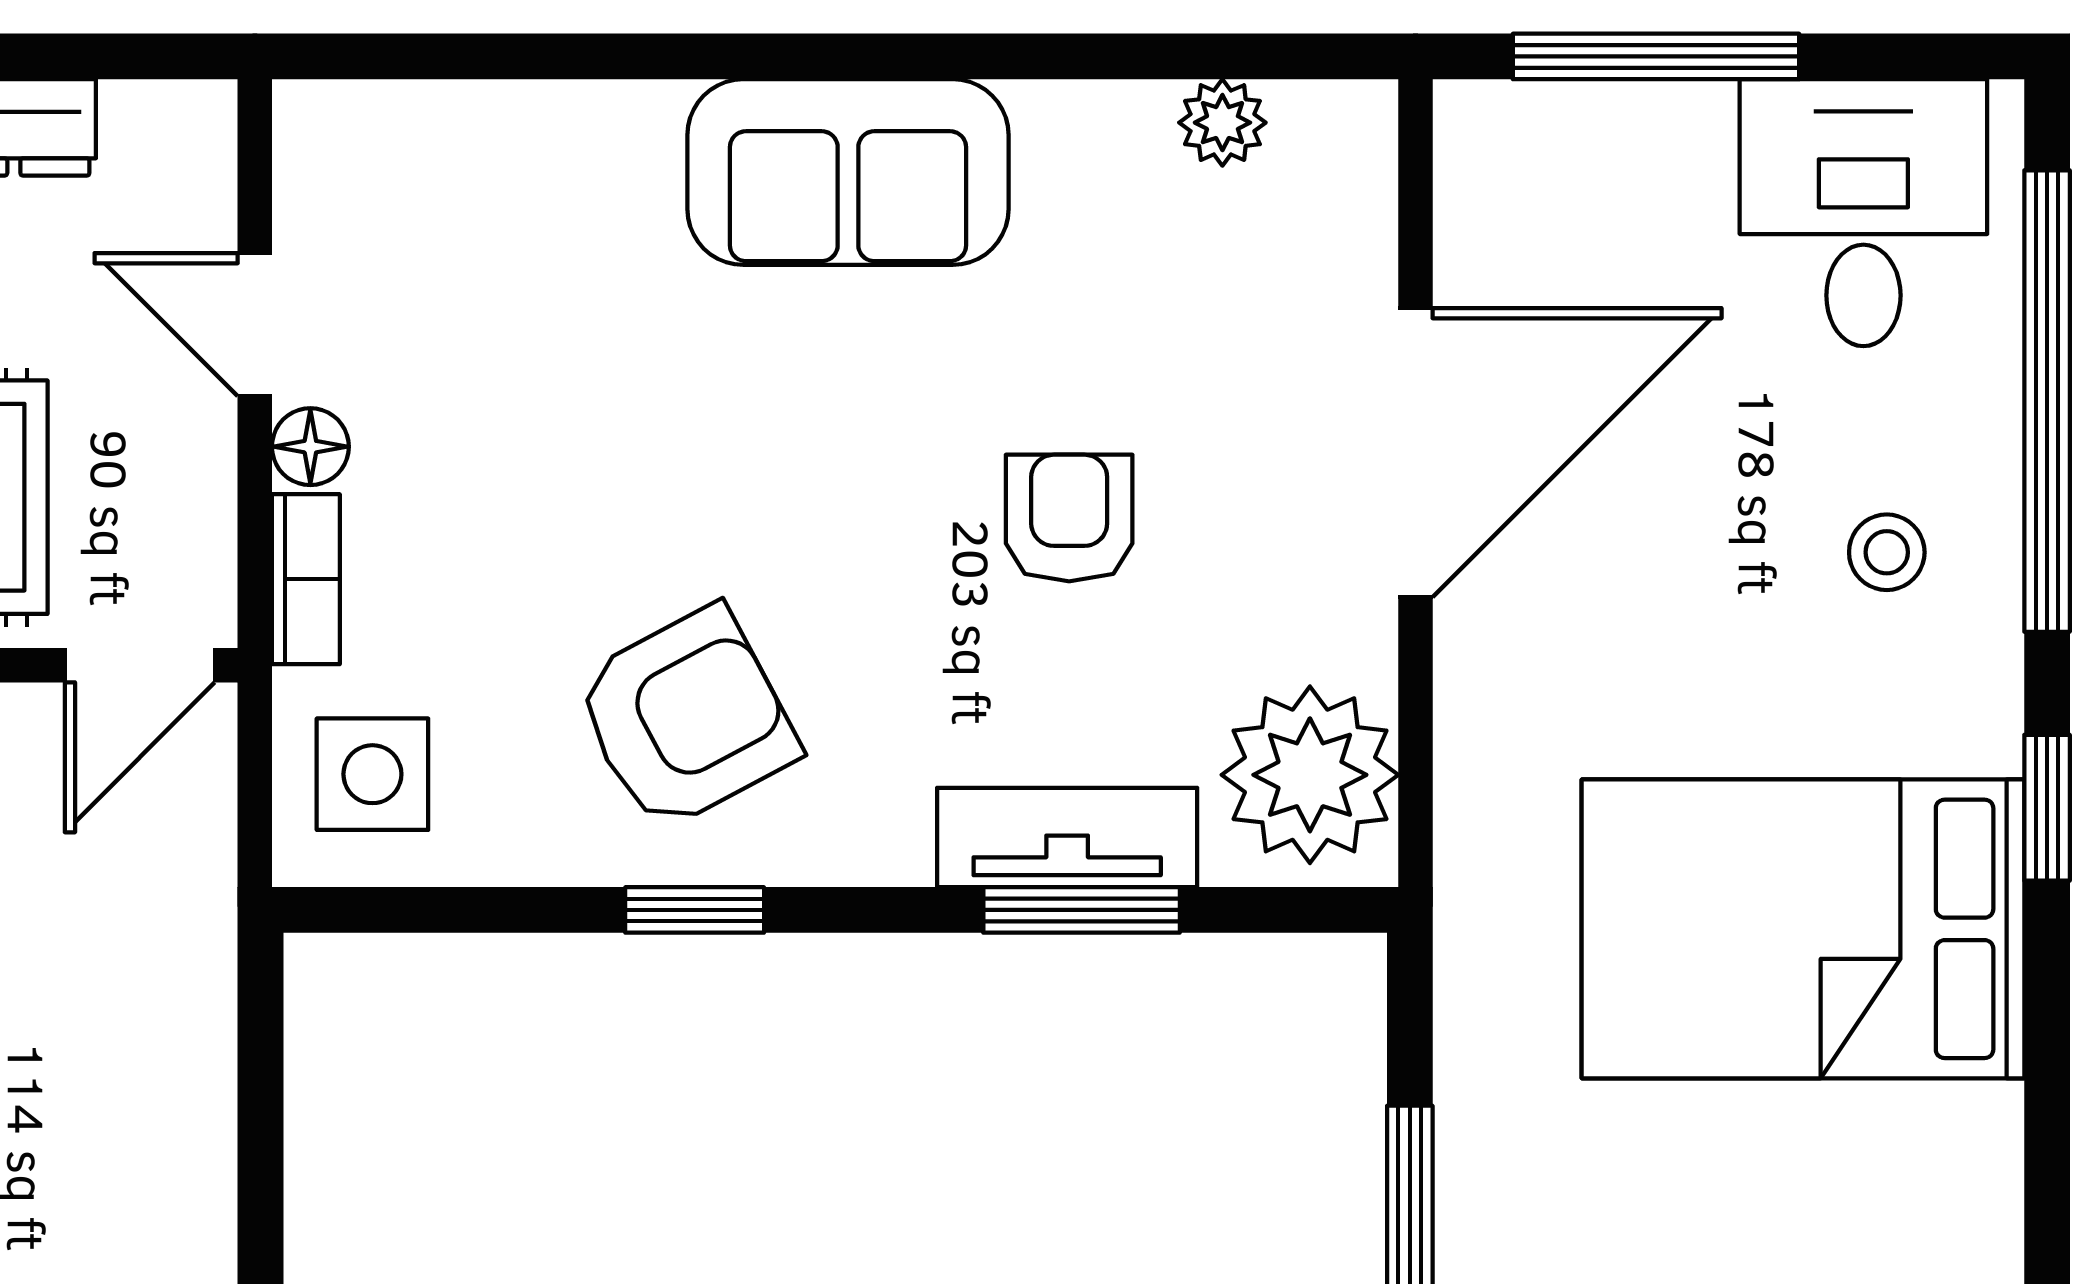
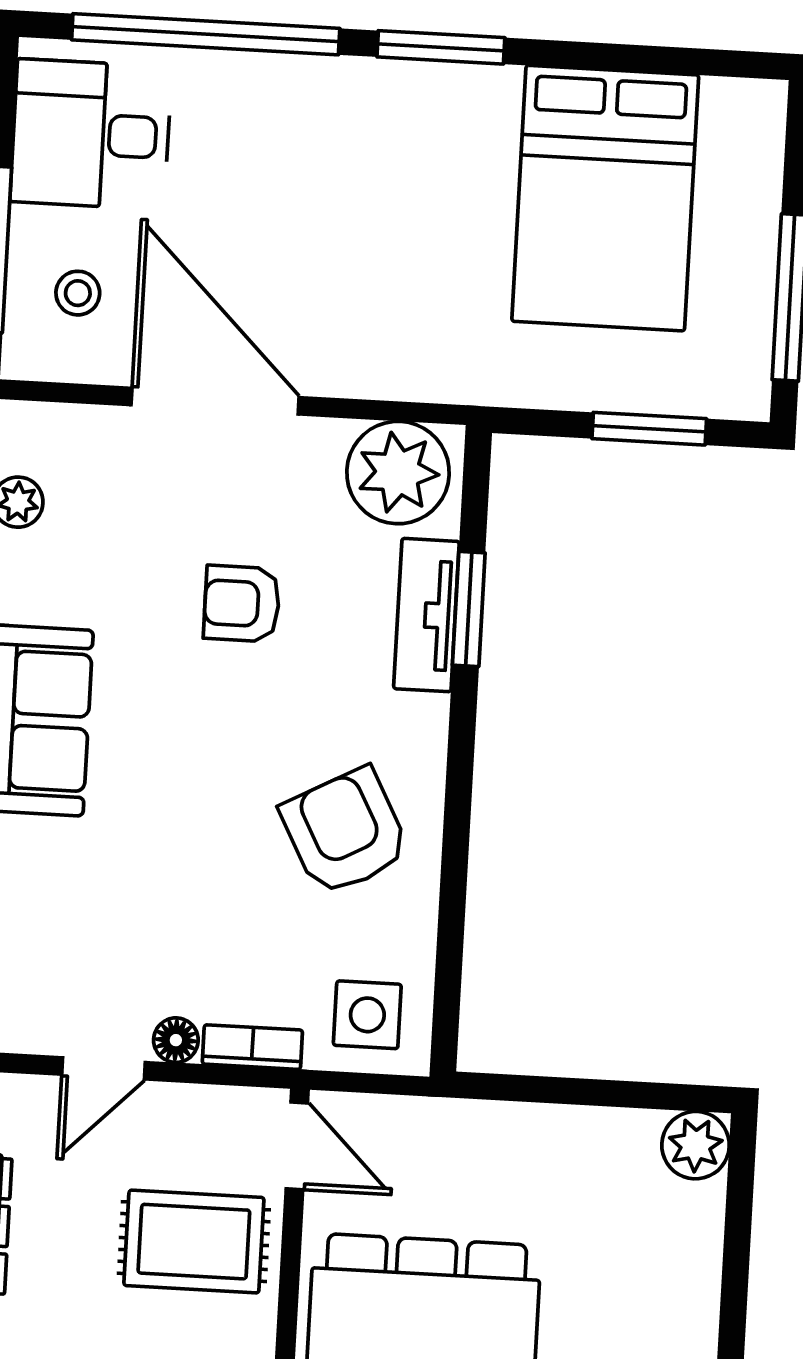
stool: (1887, 552) -> (78, 293), moved
window: (2047, 808) -> (441, 47), width x1.50
window: (695, 910) -> (456, 833), removed
bed: (1803, 929) -> (605, 198), moved

